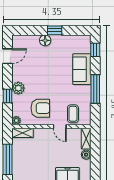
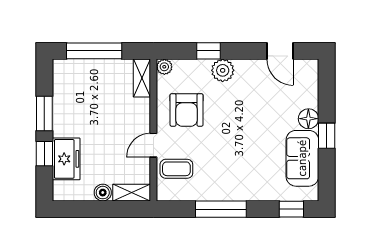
sofa: (82, 69) -> (302, 158), moved, turned -90

